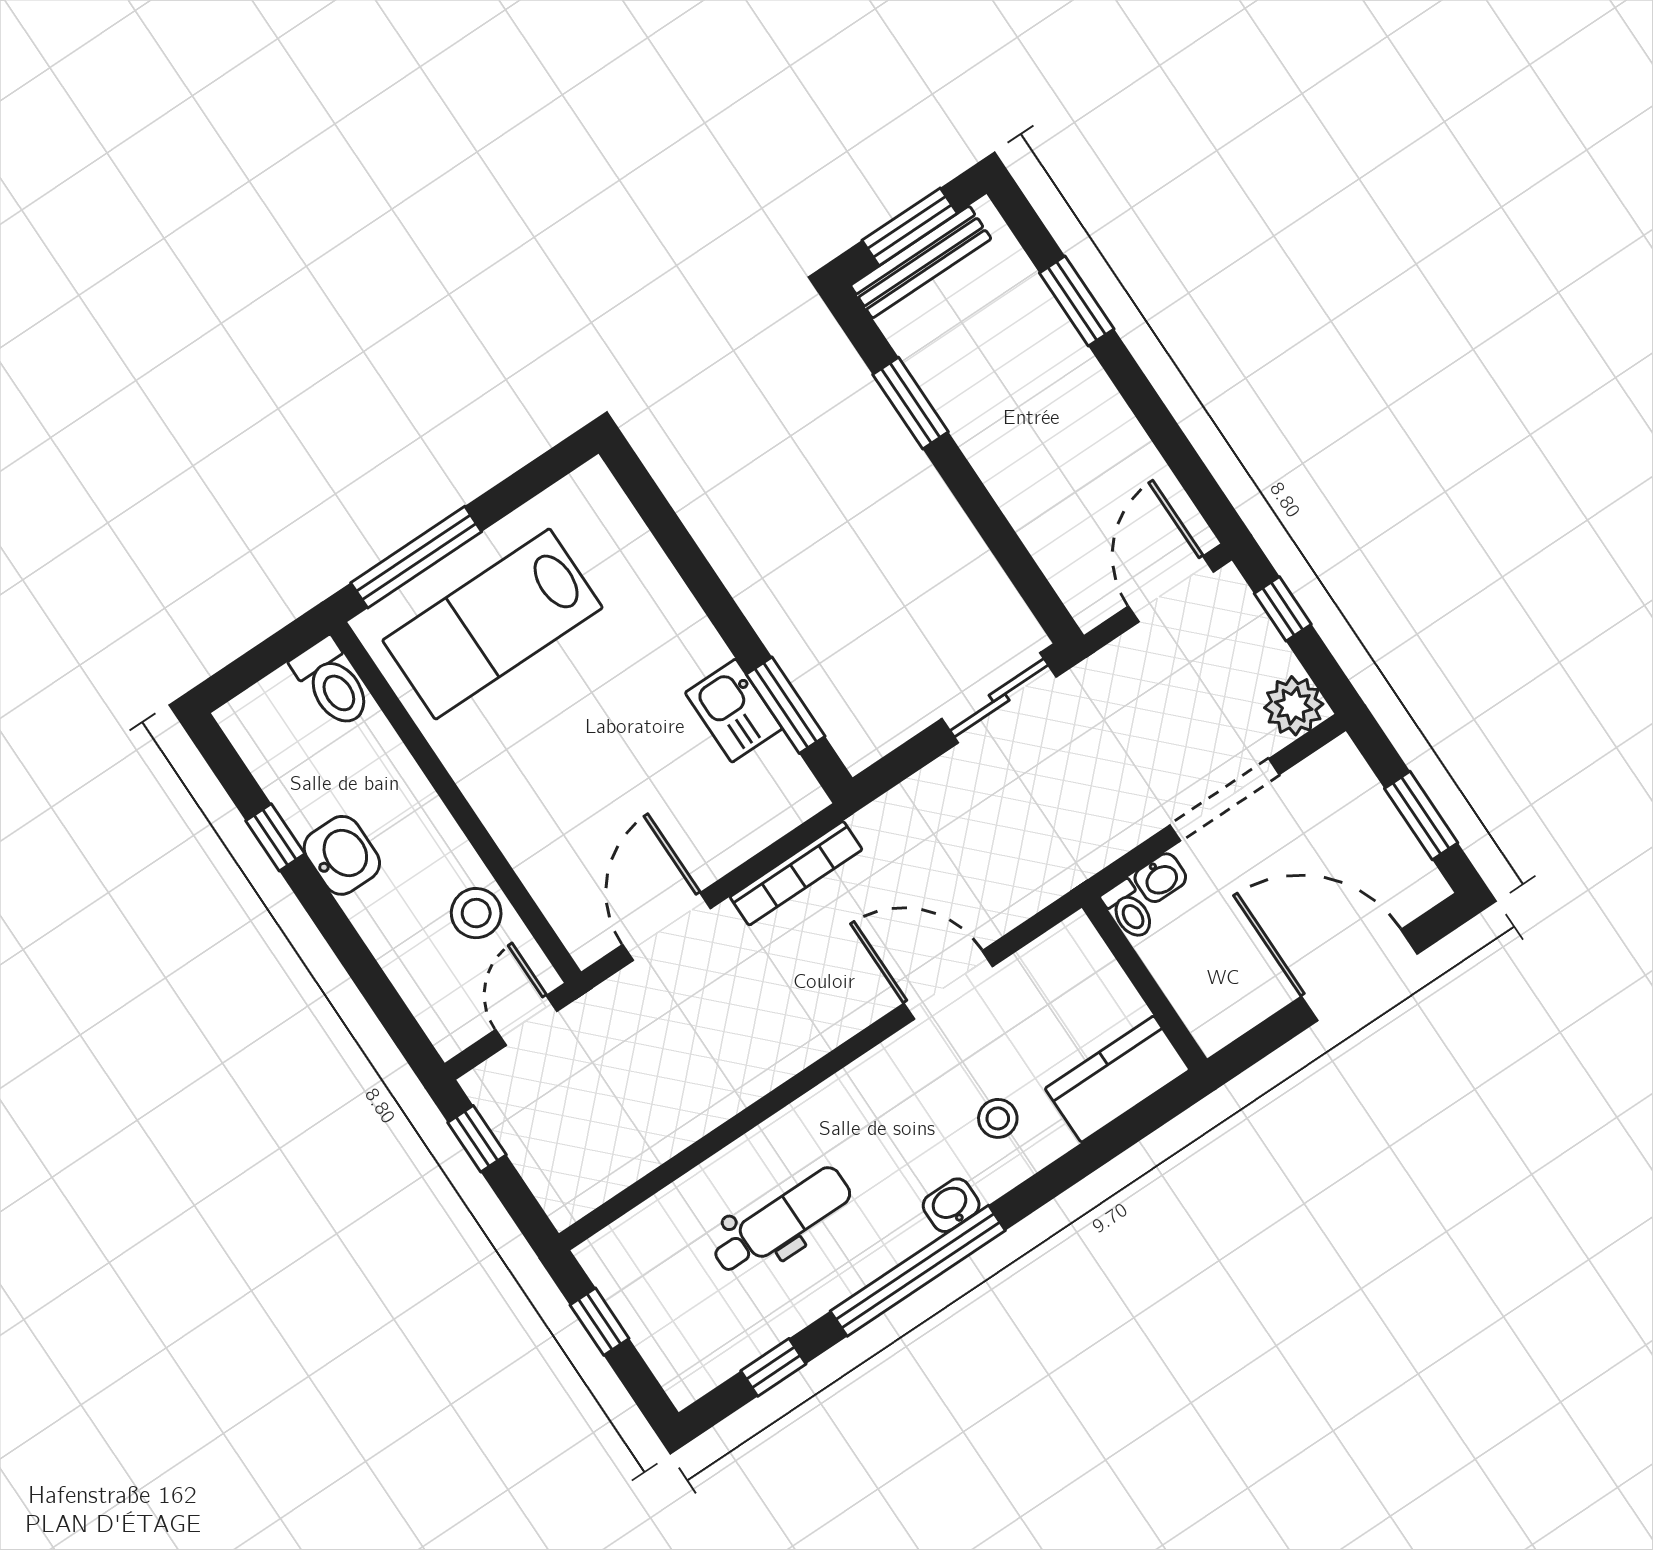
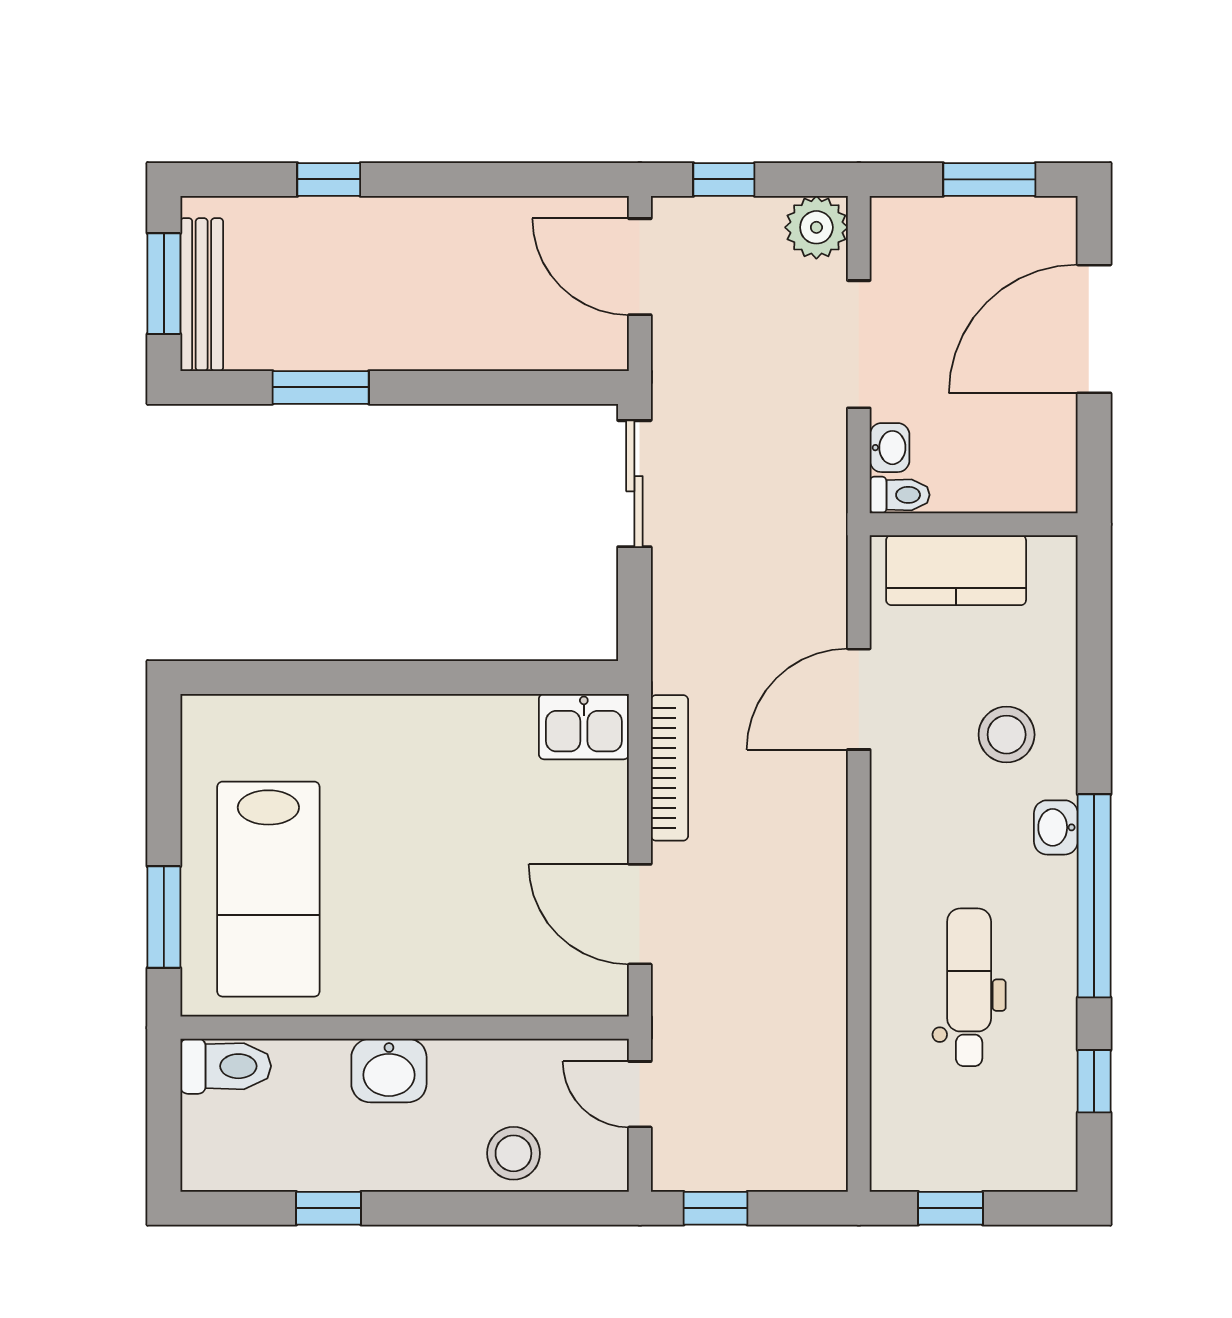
window: (1077, 301) -> (329, 179), width x0.67
window: (416, 557) -> (164, 917), width x0.69
window: (786, 705) -> (514, 677), removed
kitchen sink: (734, 711) -> (584, 727), moved
washbasin: (342, 855) -> (389, 1071), moved, turned 180
stool: (476, 913) -> (513, 1153), moved
kitchen counter: (1117, 1079) -> (956, 570), moved, turned -90
stool: (998, 1118) -> (1007, 735), width x1.37, depth x1.37

